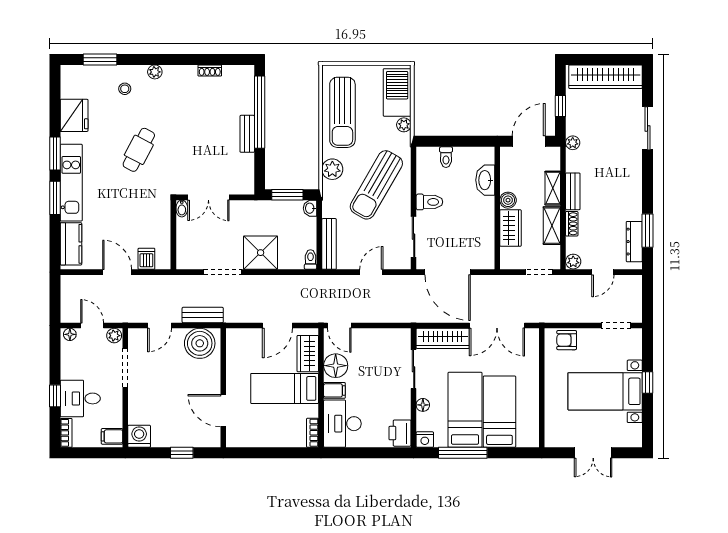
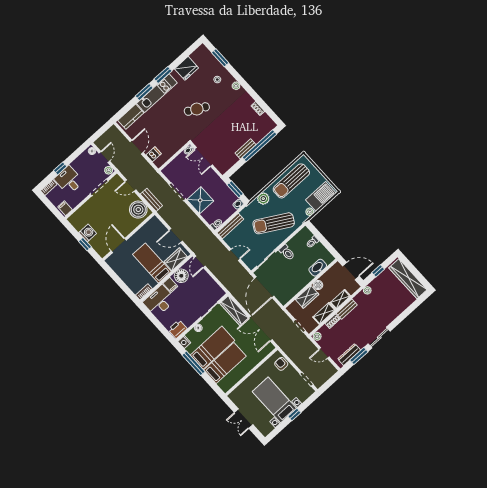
sliding door: (648, 128) -> (379, 338), moved
washing machine: (139, 436) -> (88, 233), moved

